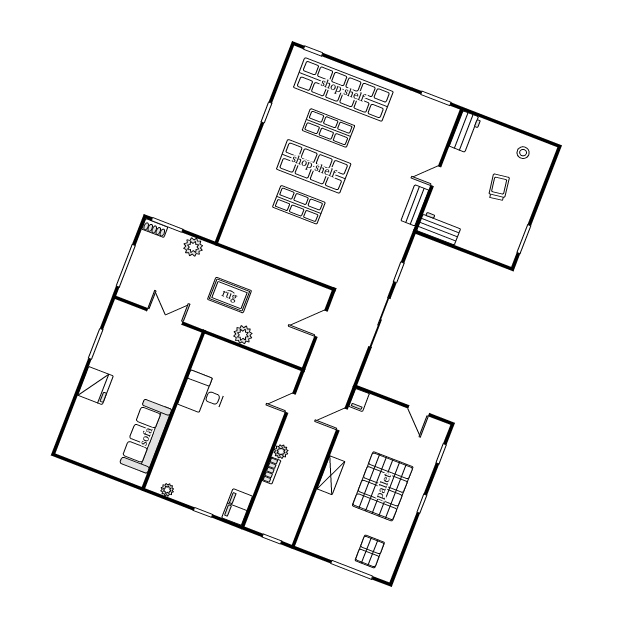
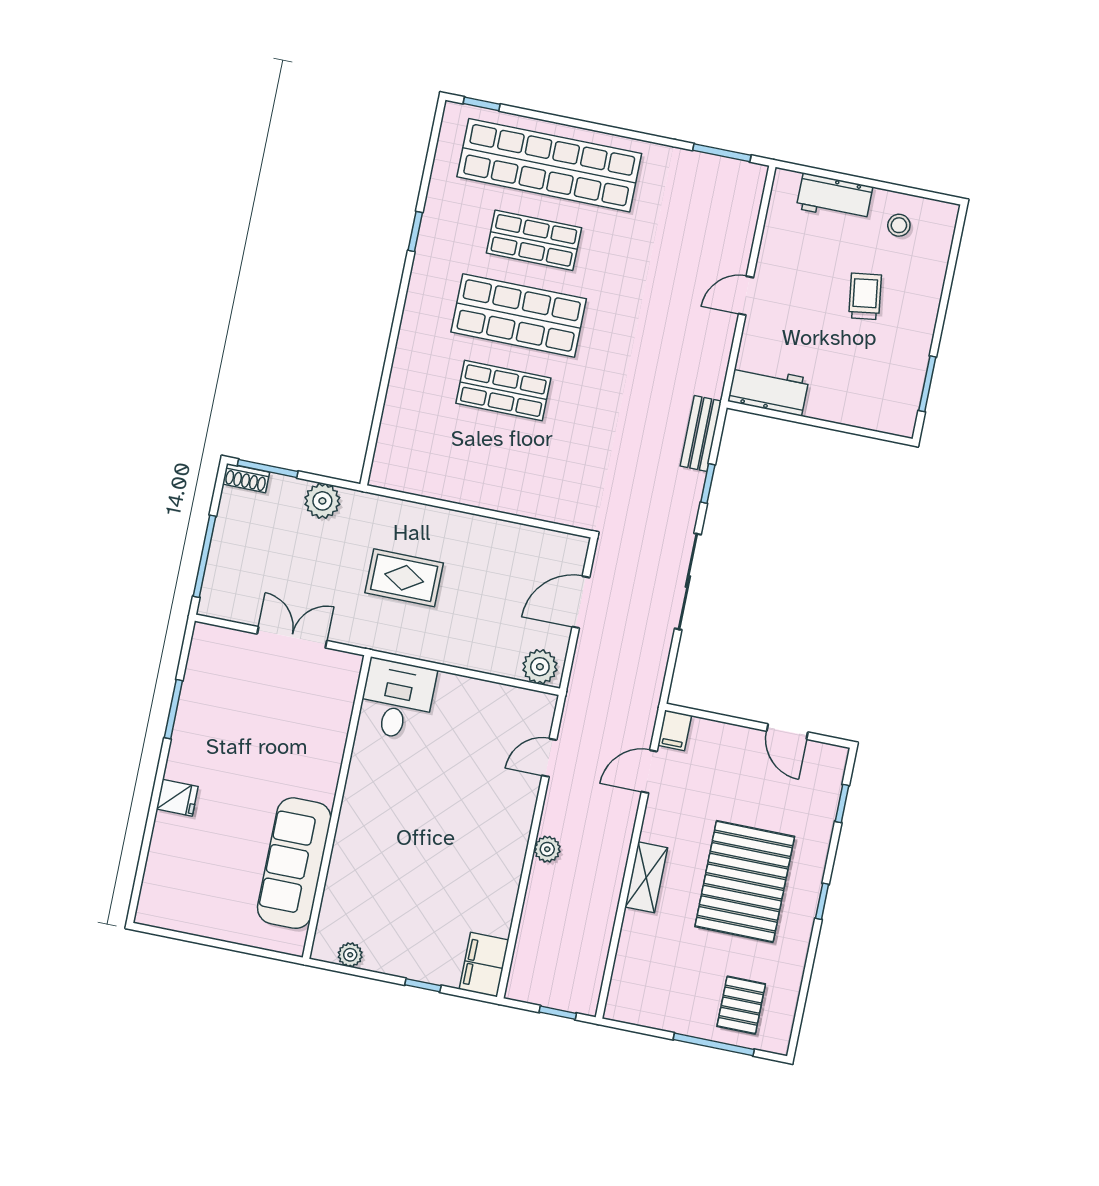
workbench: (465, 132) -> (835, 198), moved, turned 90
bench: (415, 205) -> (701, 433), moved
plant: (243, 335) -> (540, 667), moved
fridge: (95, 386) -> (177, 798), width x0.53, depth x0.75
desk: (203, 394) -> (397, 700), moved, turned 90
bookcase: (272, 471) -> (536, 887), removed

